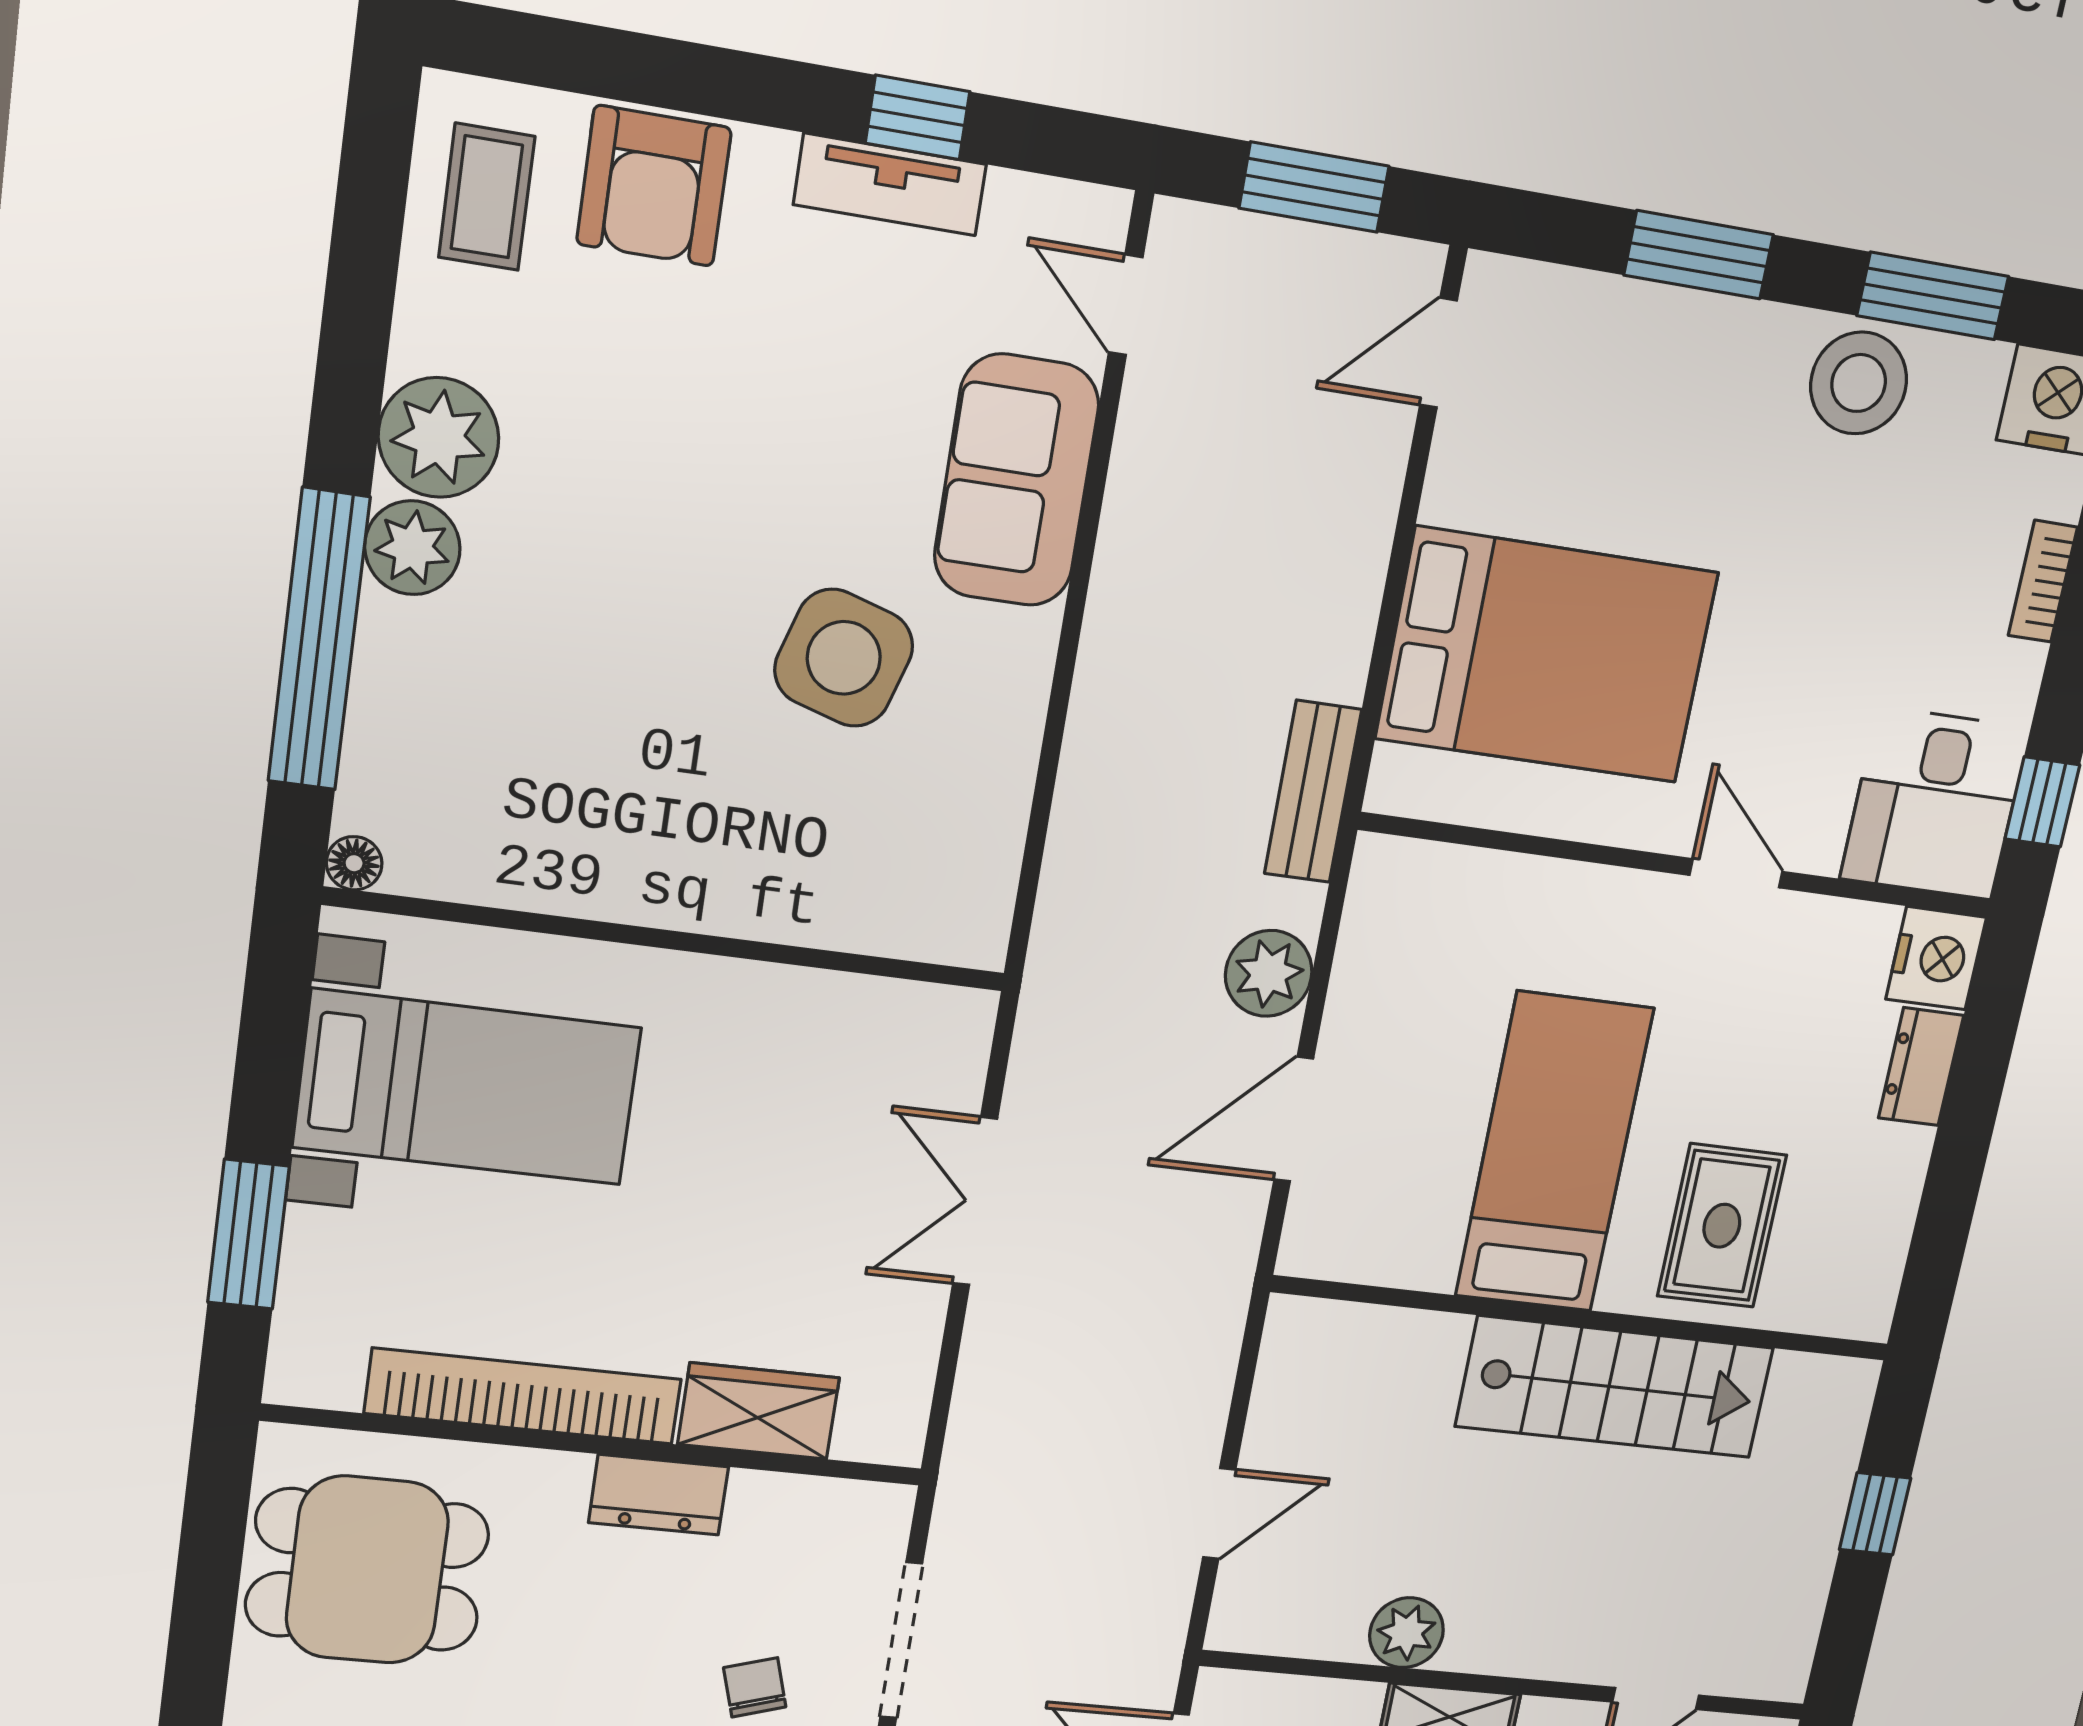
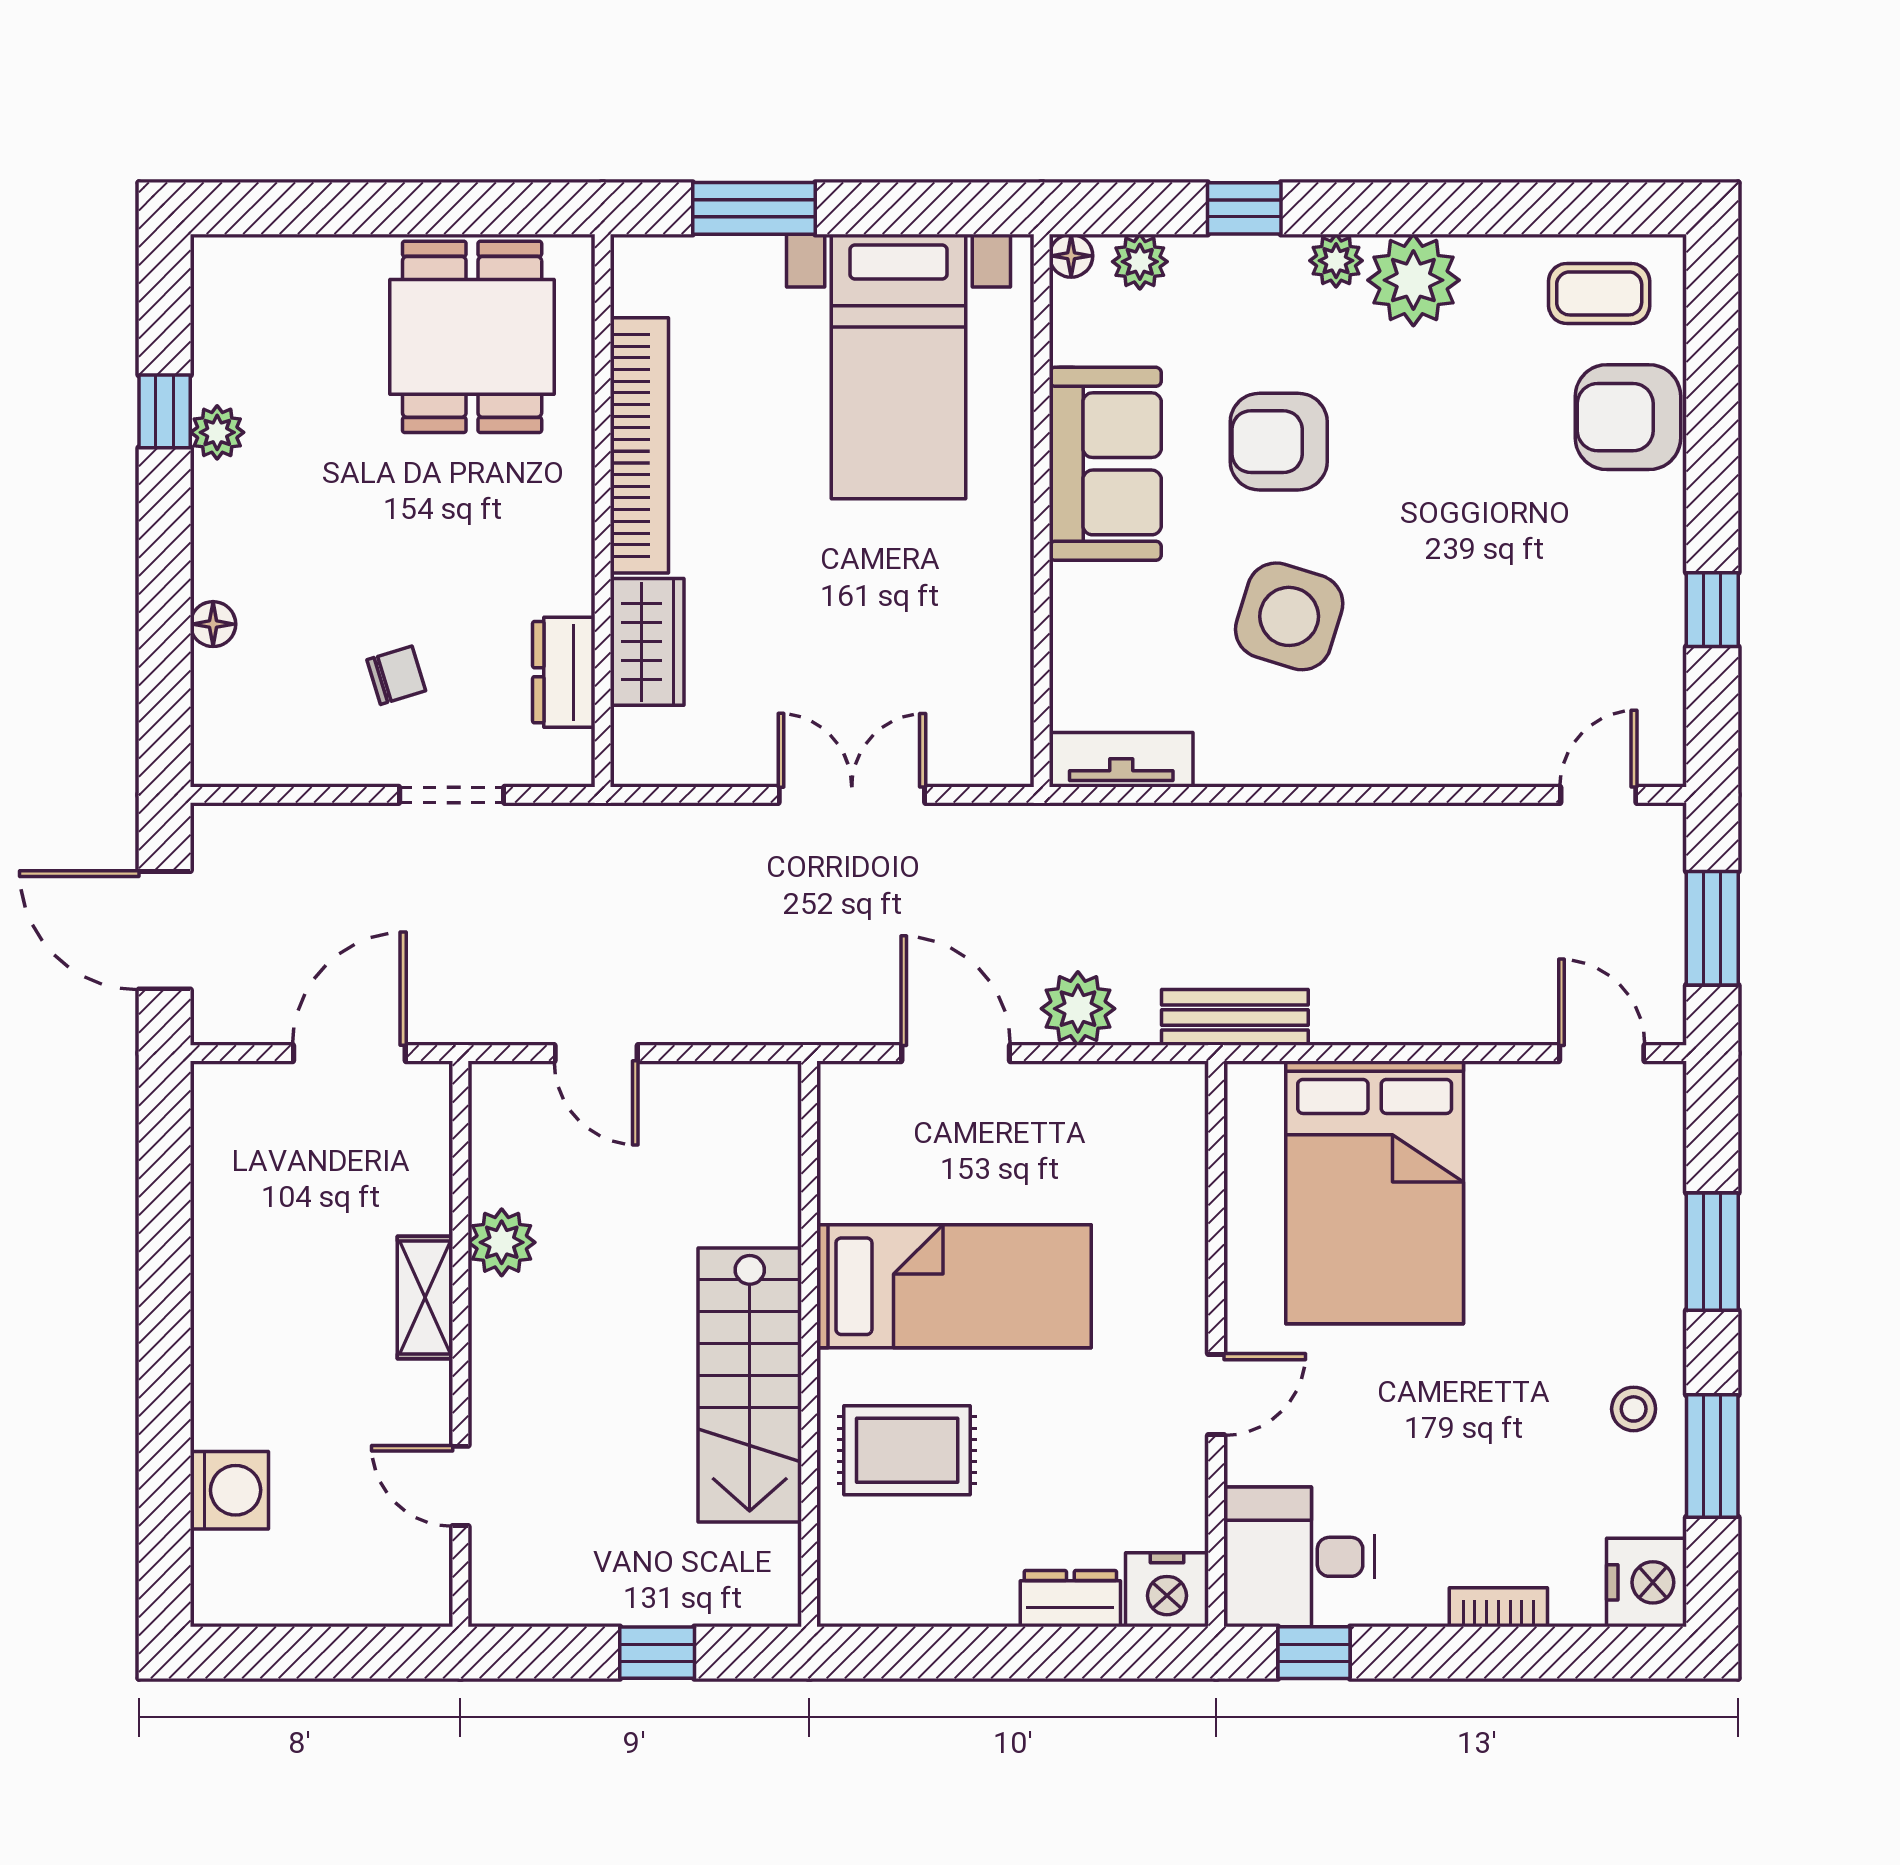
tv unit: (890, 184) -> (1121, 760), moved, turned 90
stool: (1859, 383) -> (1634, 1409), width x0.53, depth x0.53
sofa: (1016, 480) -> (1105, 464), moved, turned 90
plant: (412, 548) -> (1336, 261), width x0.73, depth x0.73
armchair: (624, 639) -> (1279, 442), added
window: (319, 640) -> (1244, 208), width x0.32
plant: (372, 780) -> (1140, 262), added
dresser: (659, 1495) -> (564, 672), moved
doorway: (901, 1640) -> (452, 795), width x0.73

